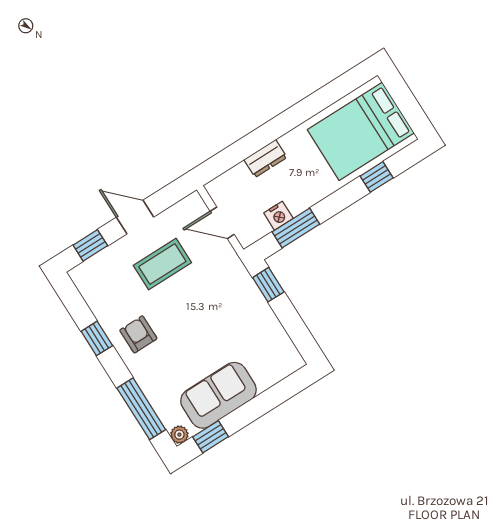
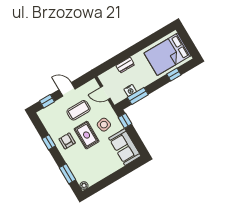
side table: (221, 295) -> (104, 125), added
rug: (182, 320) -> (87, 135), added
sofa: (218, 395) -> (125, 147), moved, turned -90
window: (141, 409) -> (67, 174), width x0.69
window: (211, 437) -> (98, 187), removed

